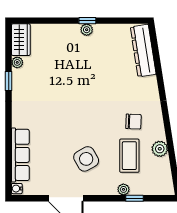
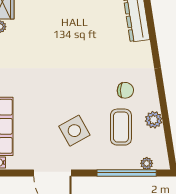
plant: (123, 189) -> (147, 163), moved
window: (135, 198) -> (127, 173), width x3.17

